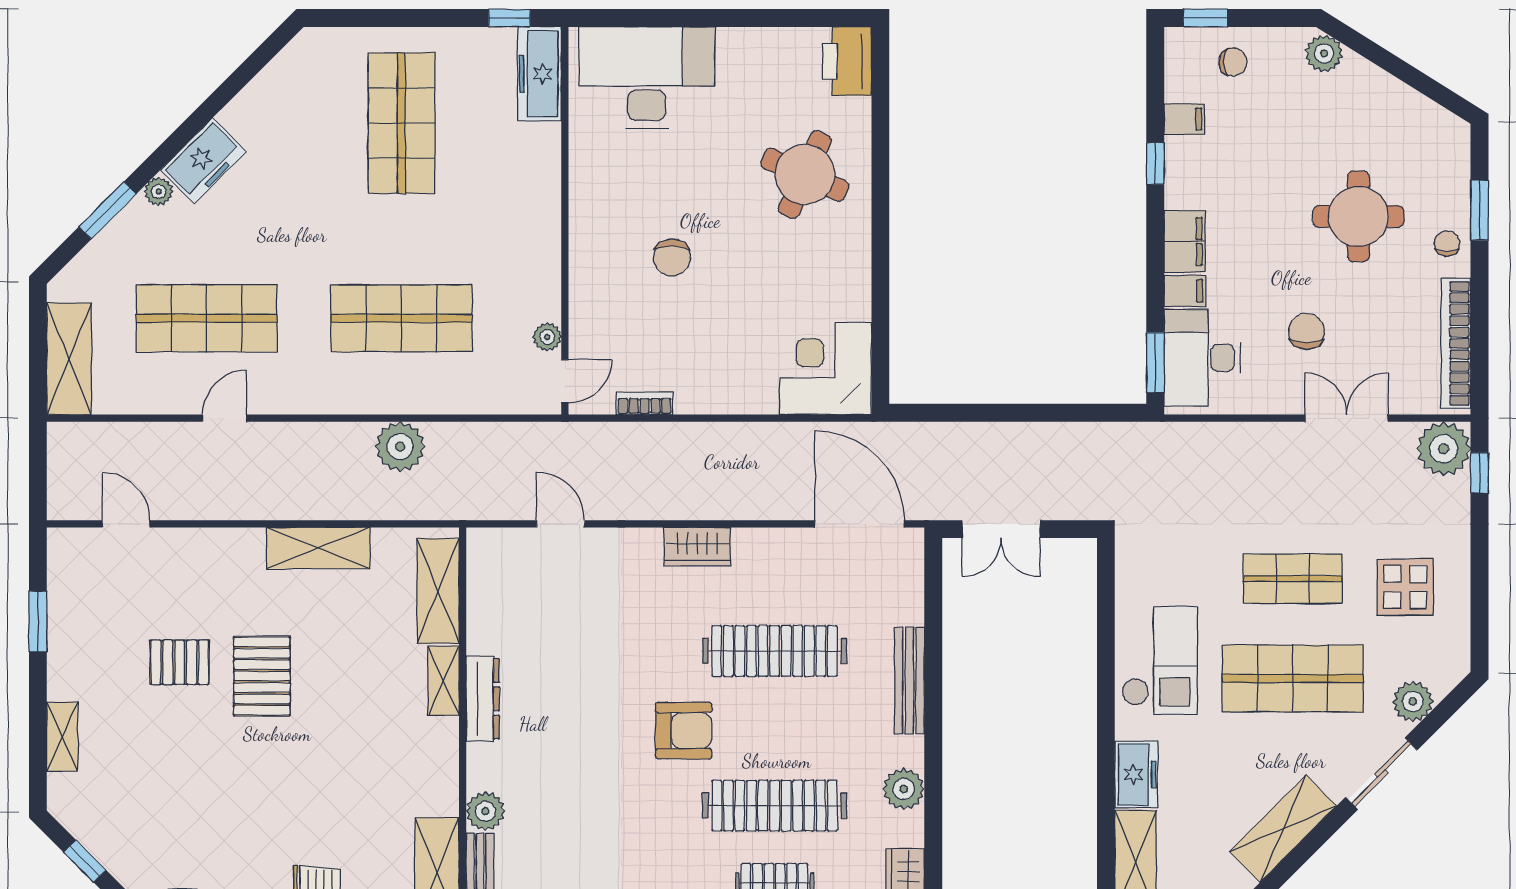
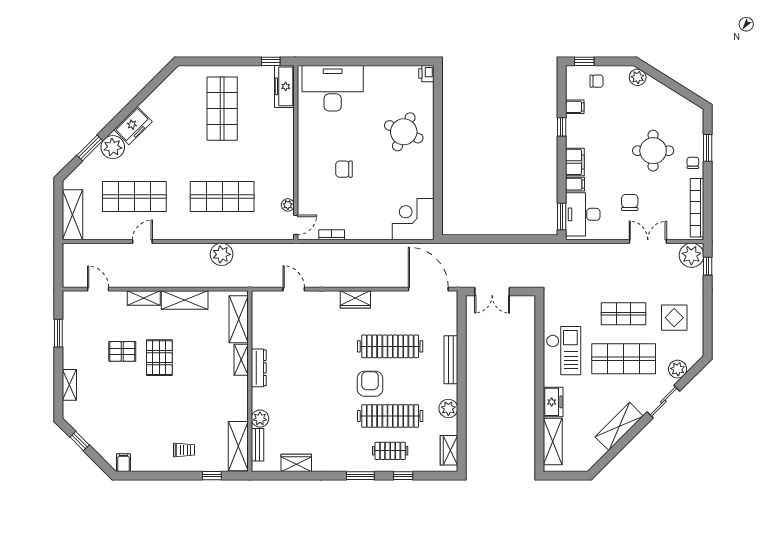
printer: (847, 61) -> (426, 74), width x0.53, depth x0.68
plant: (159, 191) -> (113, 147), width x1.88, depth x1.88
chair: (672, 257) -> (344, 169), turned 90
shelving: (227, 544) -> (144, 298), added
armchair: (684, 731) -> (370, 384), moved, turned -90

